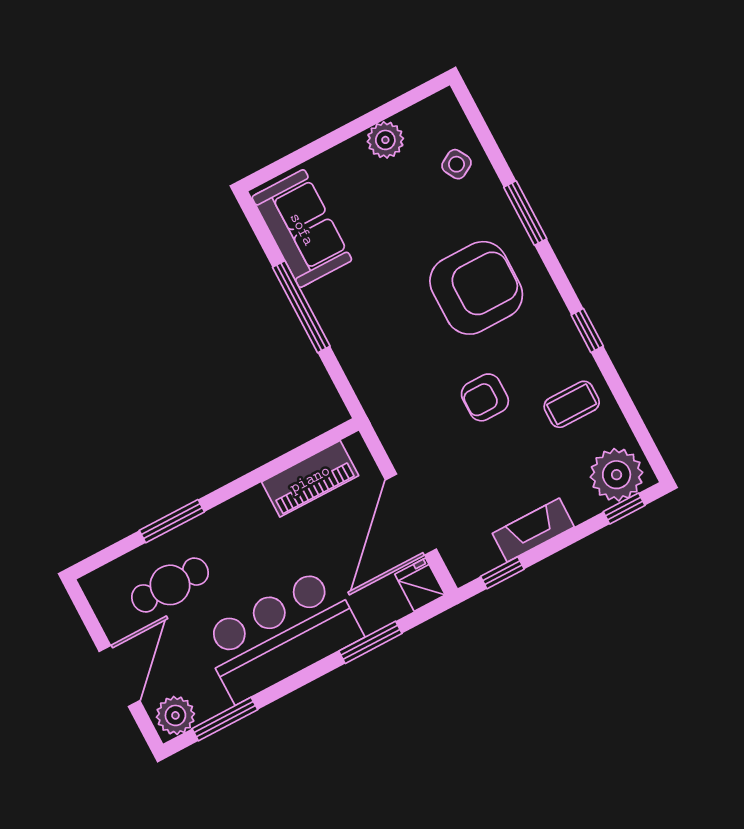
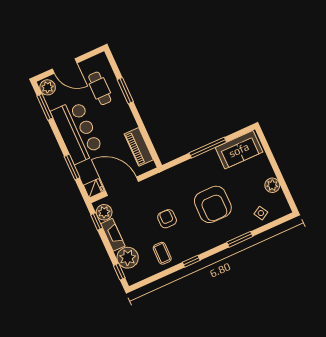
armchair: (476, 288) -> (213, 204), moved
plant: (617, 475) -> (128, 258), moved
plant: (478, 555) -> (104, 212), added

